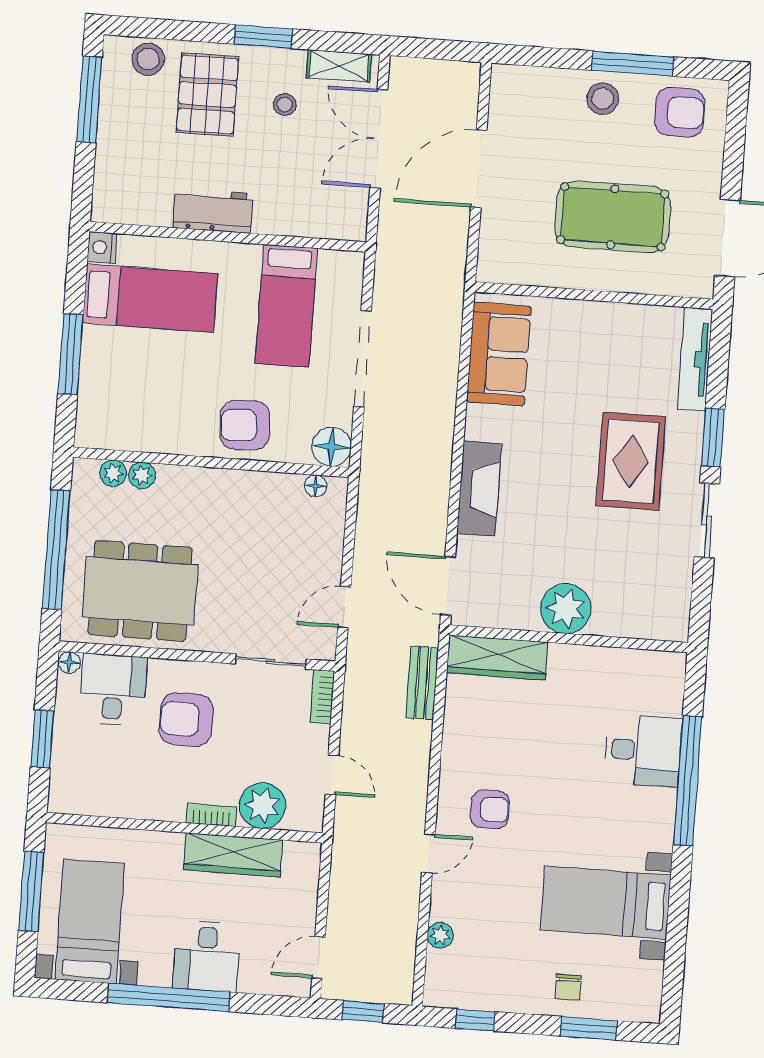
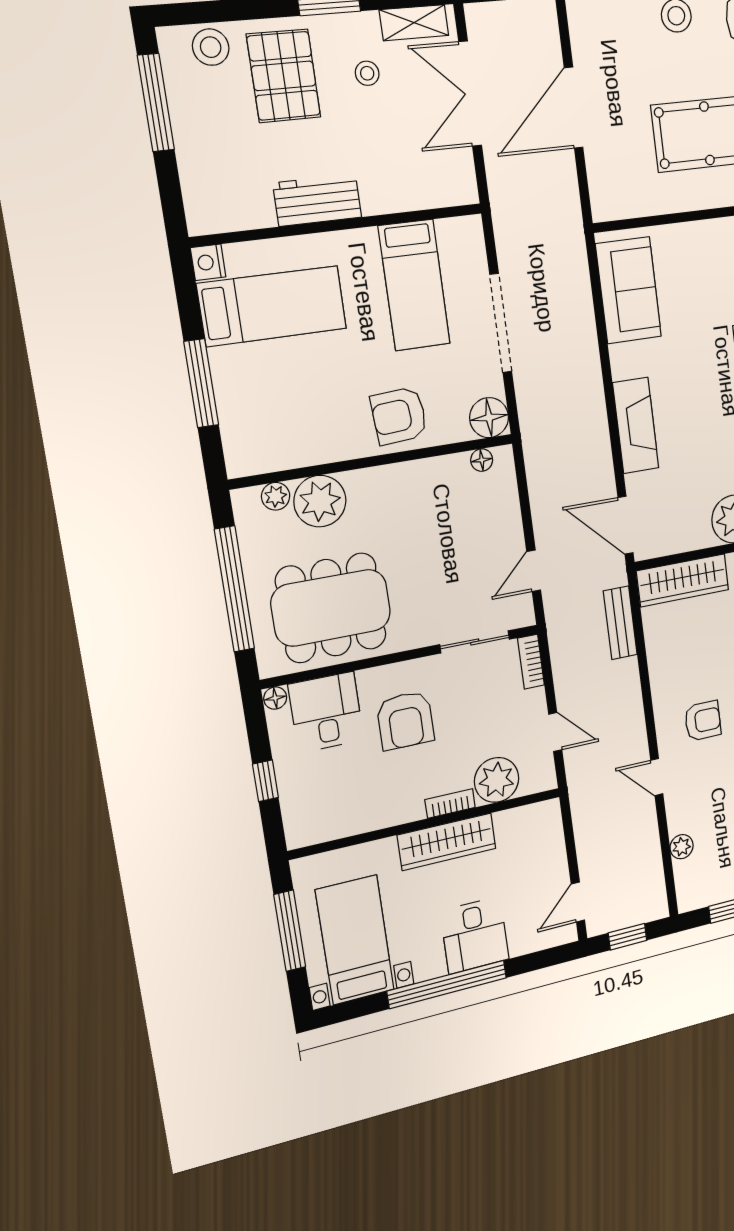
plant: (142, 475) -> (320, 501), width x1.88, depth x1.88
armchair: (186, 719) -> (405, 720), turned -91
window: (42, 739) -> (265, 781), width x0.67
door: (428, 853) -> (657, 777), swing flipped
wardrobe: (233, 855) -> (447, 842), moved

